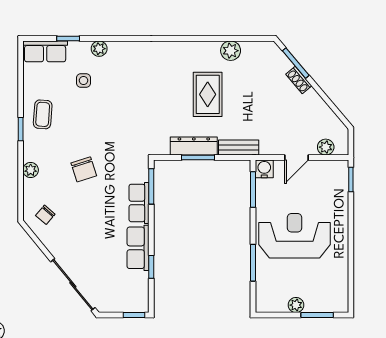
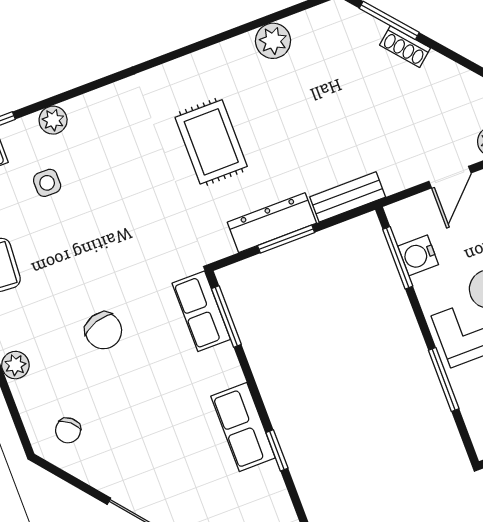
rug: (208, 94) -> (211, 142), moved
water cooler: (264, 169) -> (418, 255), moved, turned -90
row of seats: (139, 203) -> (201, 311), moved

